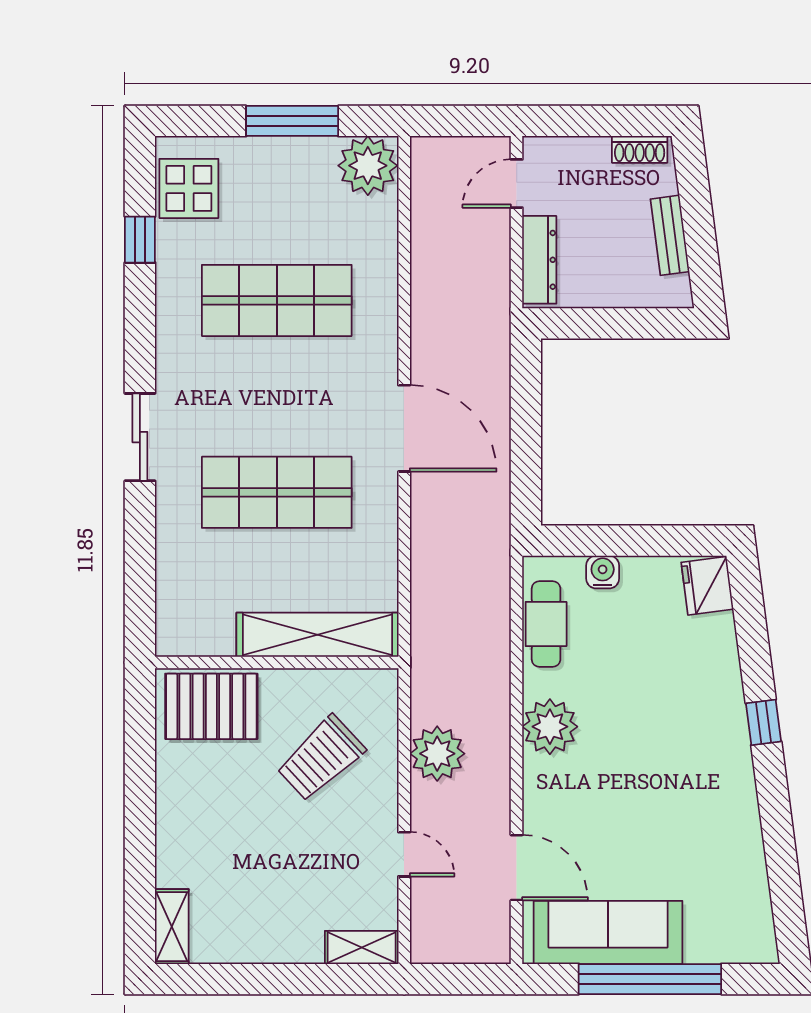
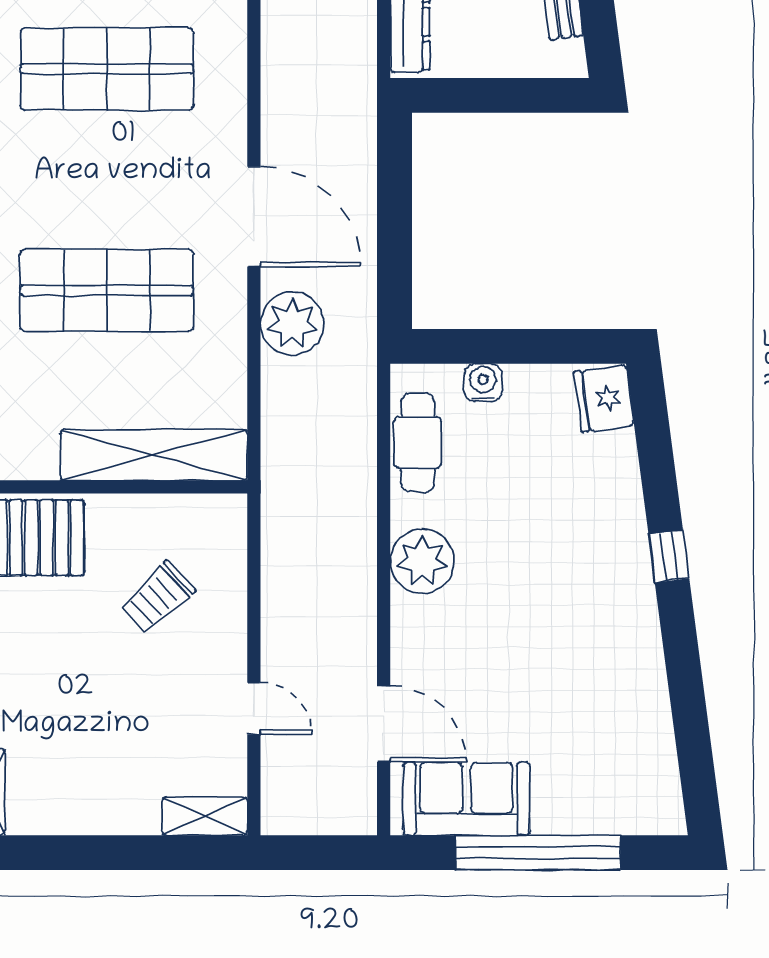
plant: (437, 754) -> (292, 324), moved
trolley: (321, 758) -> (158, 598), width x0.73, depth x0.72
sofa: (608, 932) -> (467, 799), width x0.73

